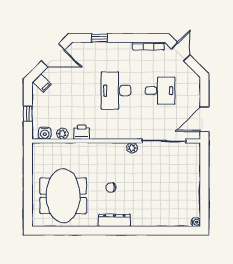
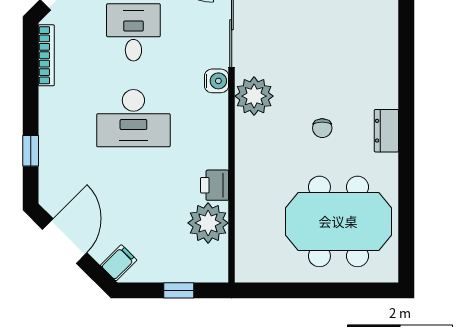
water cooler: (45, 133) -> (216, 81), moved
plant: (62, 134) -> (208, 223), width x1.88, depth x1.88
plant: (132, 148) -> (254, 96), width x1.87, depth x1.87
dresser: (114, 220) -> (386, 131), width x0.70

